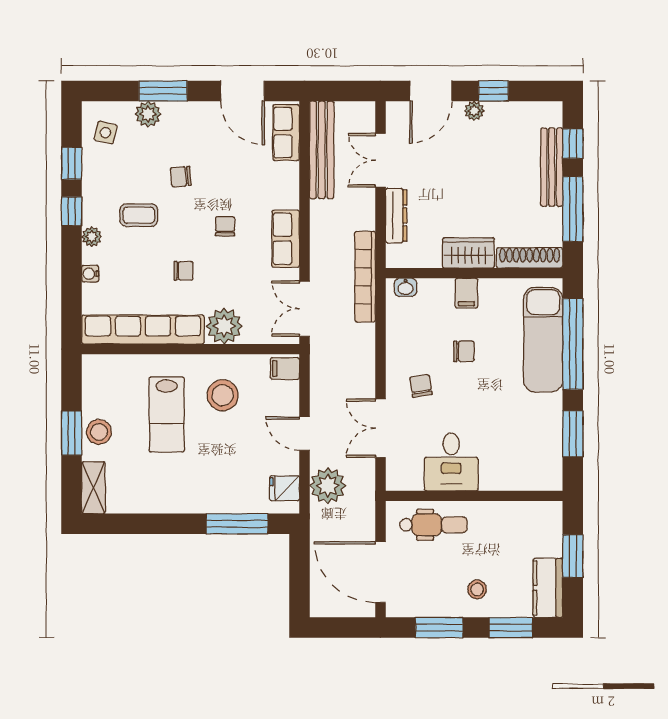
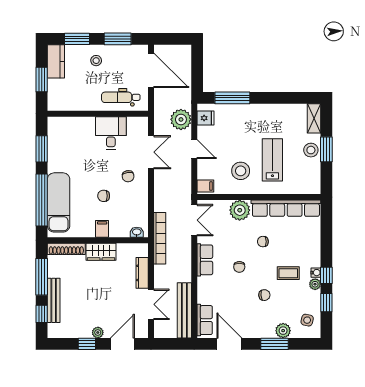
plant: (92, 237) -> (315, 284), moved
water cooler: (90, 274) -> (316, 273), moved

